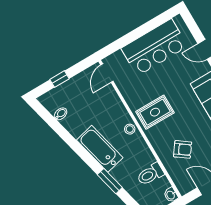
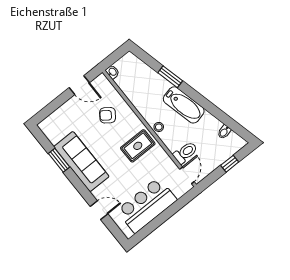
toilet: (150, 174) -> (185, 153), moved

